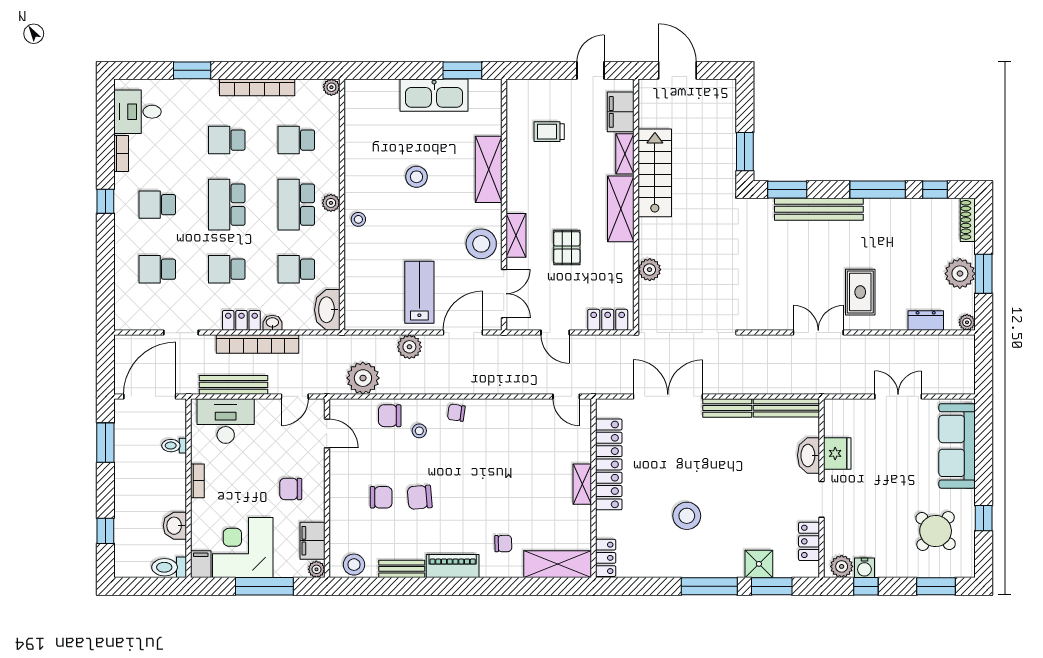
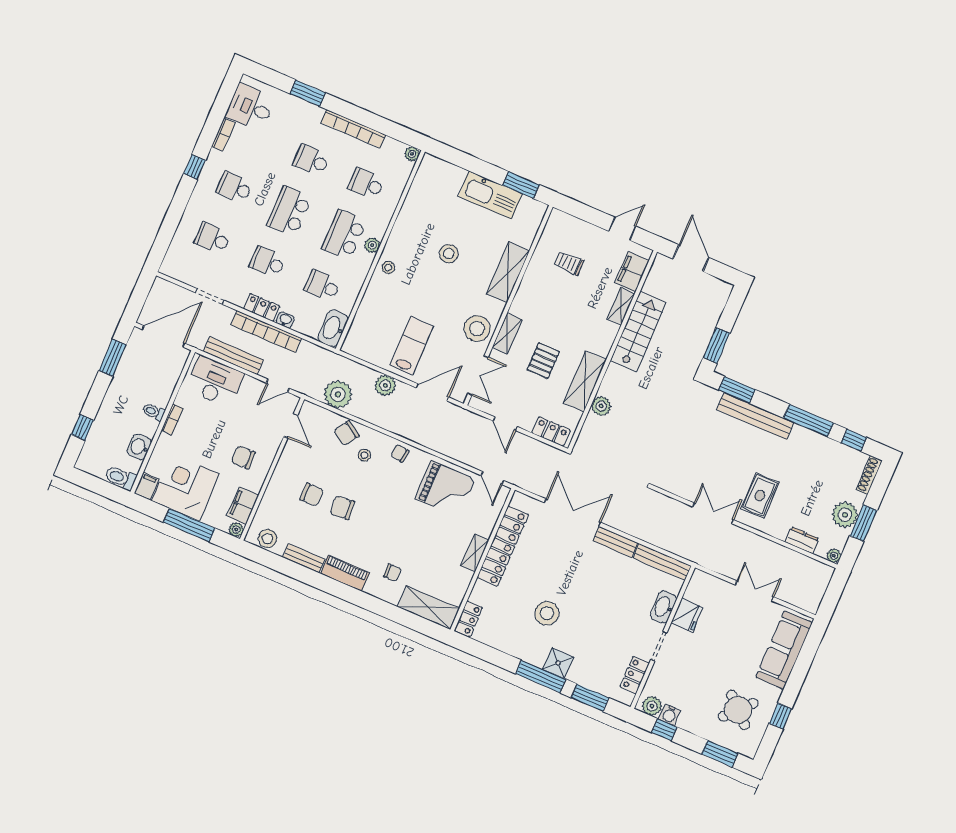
shelving: (621, 209) -> (585, 381), moved
chair: (390, 416) -> (346, 433), turned -57
grand piano: (521, 430) -> (445, 489), added
toilet: (174, 446) -> (154, 412), moved
shower: (759, 564) -> (558, 663), moved

